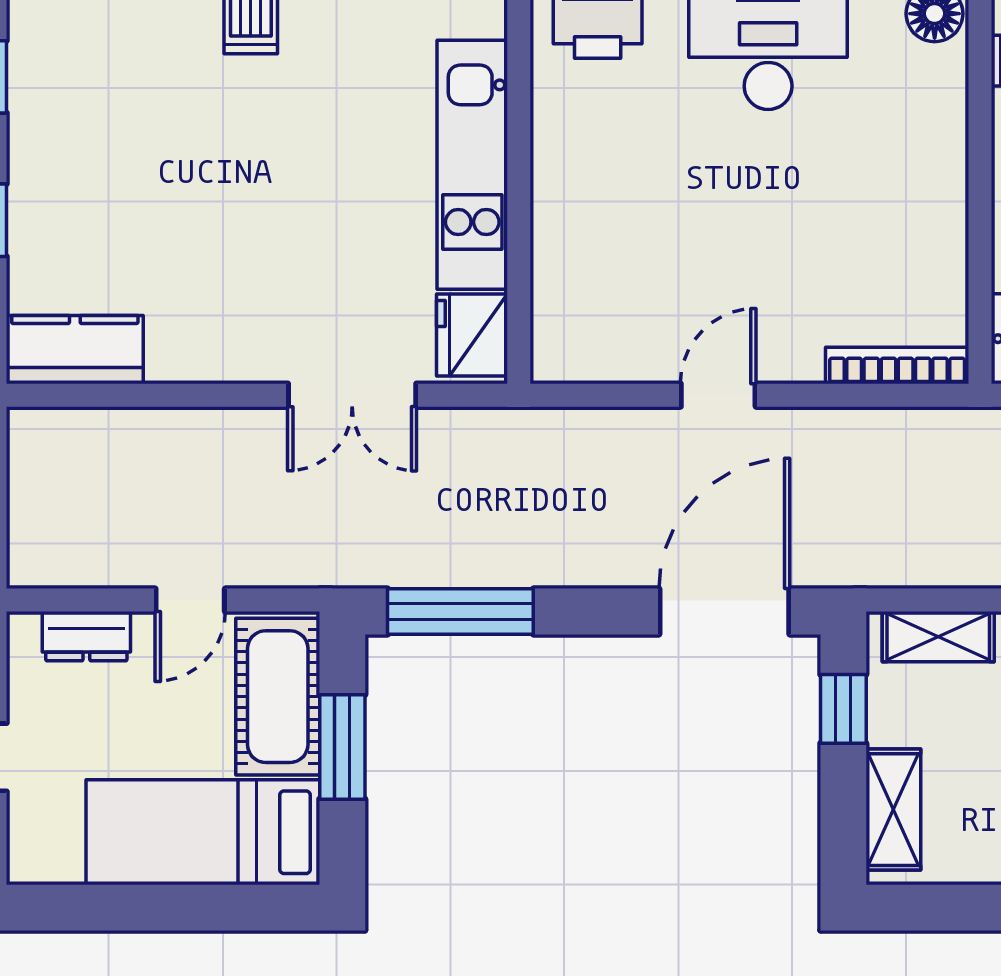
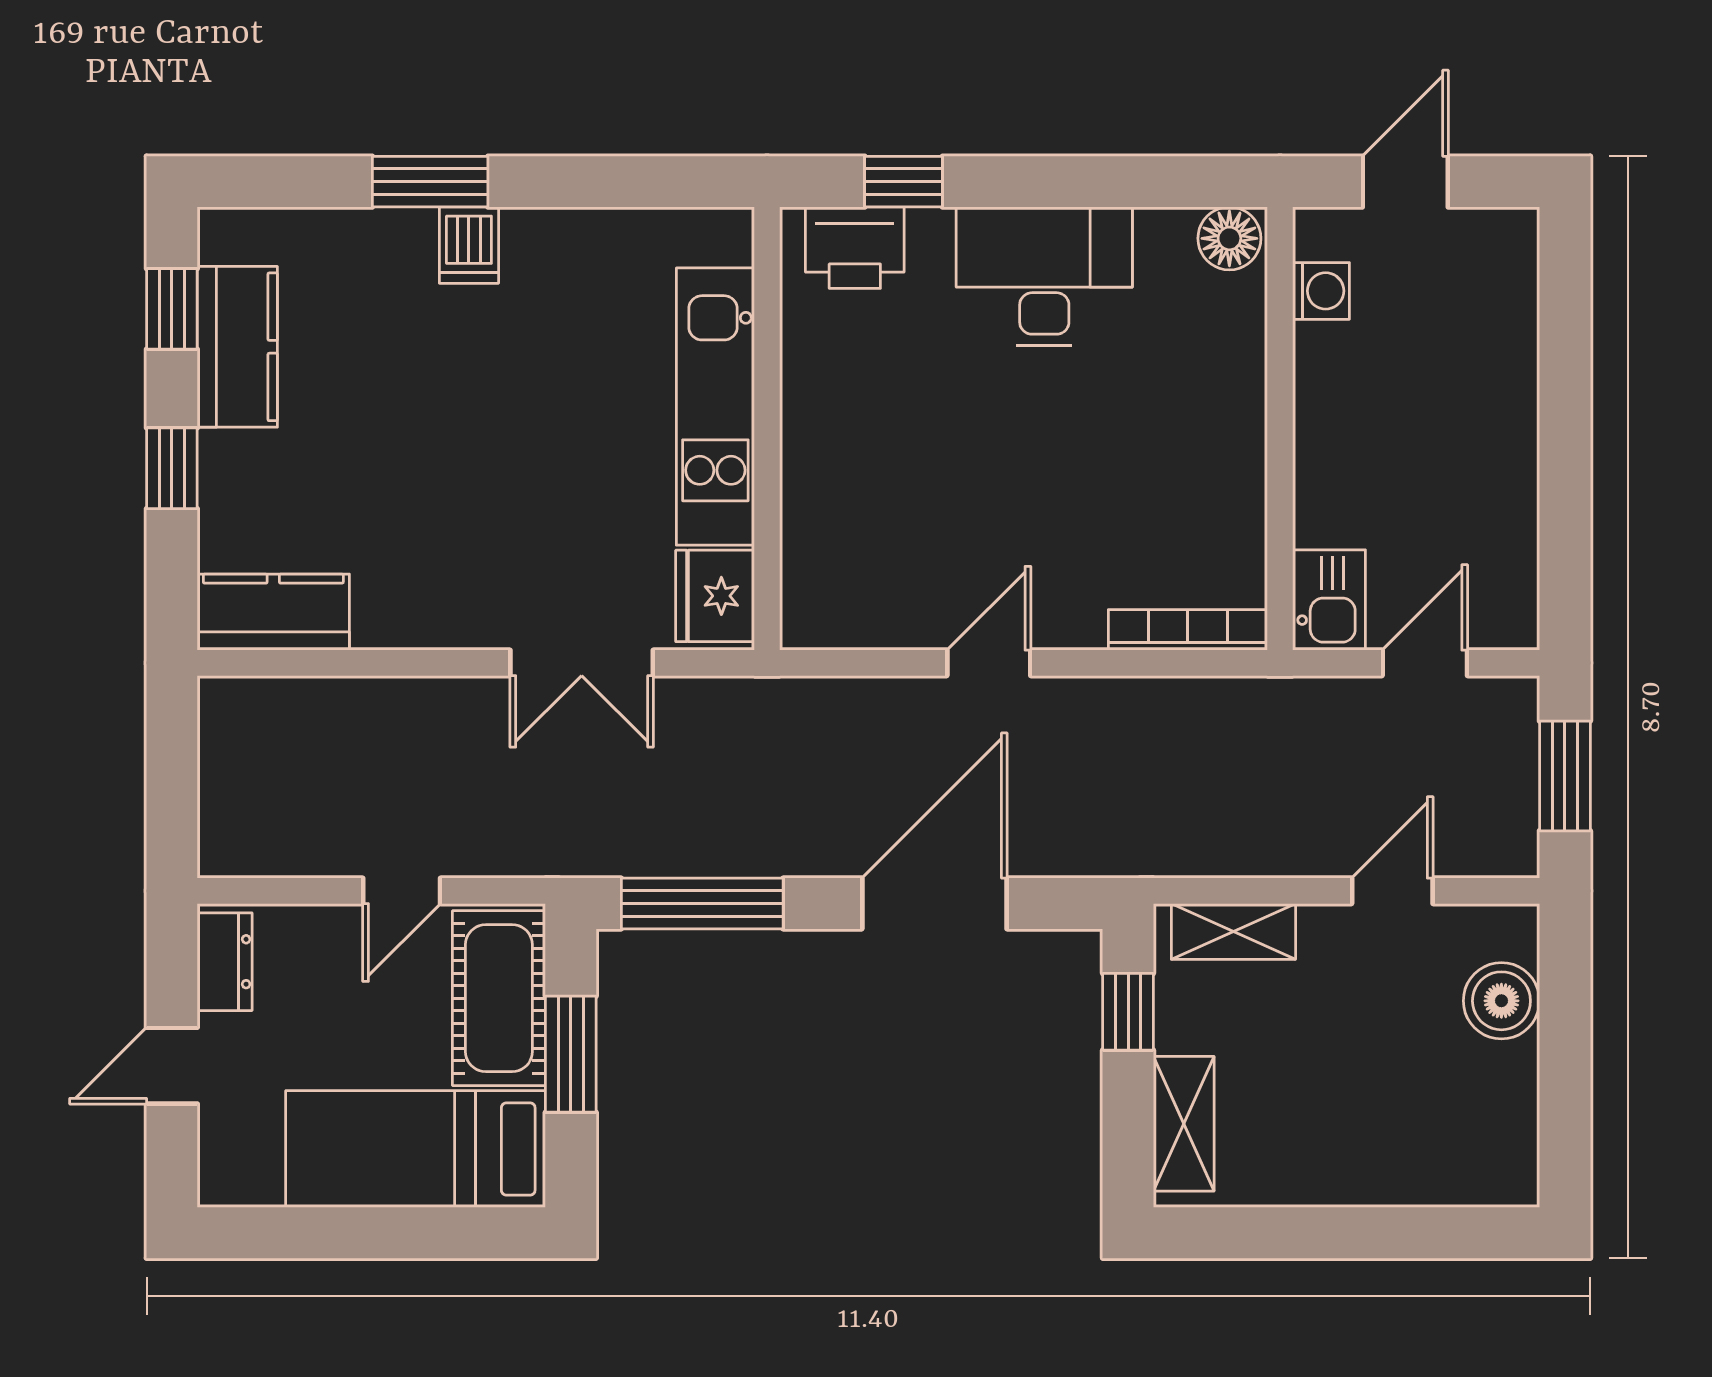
kitchen counter: (43, 111) -> (237, 347), added
door: (724, 611) -> (934, 904), moved
dresser: (86, 636) -> (225, 962), moved, turned -90

